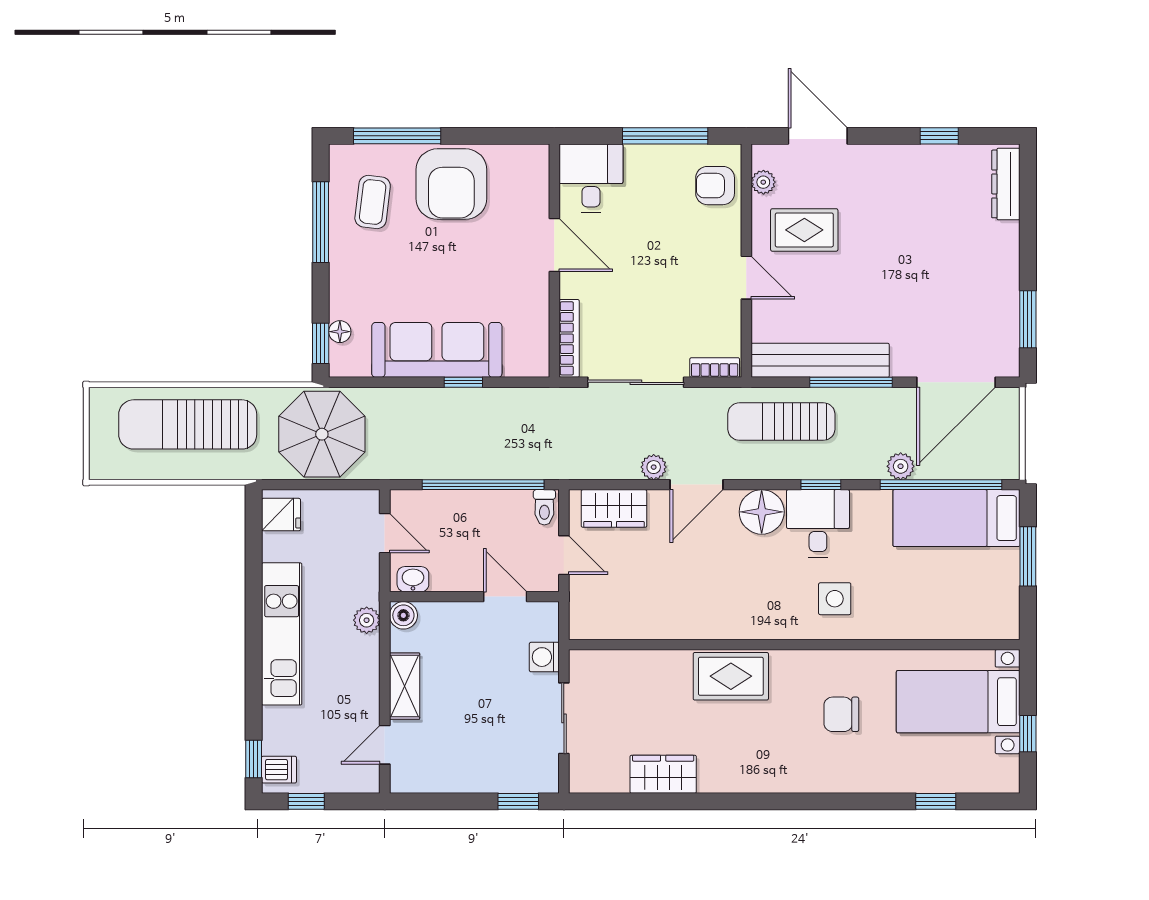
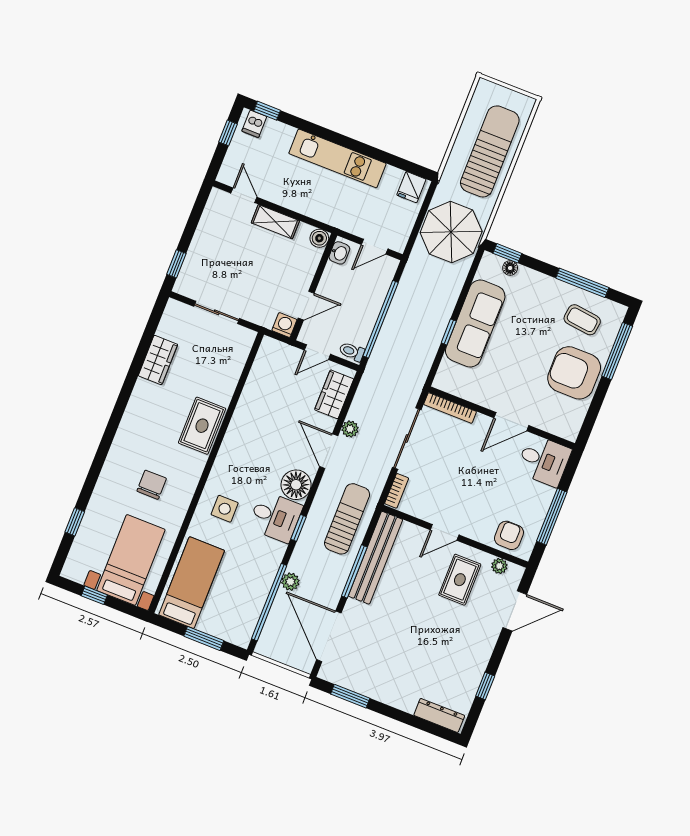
bed: (956, 518) -> (192, 583), moved
plant: (367, 620) -> (325, 214), removed
washing machine: (544, 657) -> (284, 325), moved

